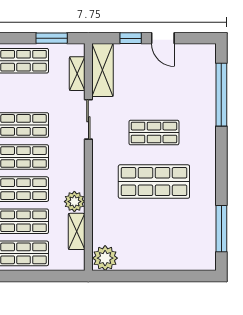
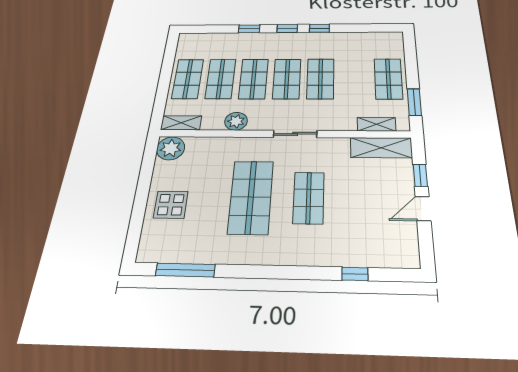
window: (221, 95) -> (355, 274), width x0.32
sliding door: (88, 119) -> (295, 134), moved
shelving: (77, 231) -> (181, 123), moved
display table: (163, 249) -> (171, 205), added

